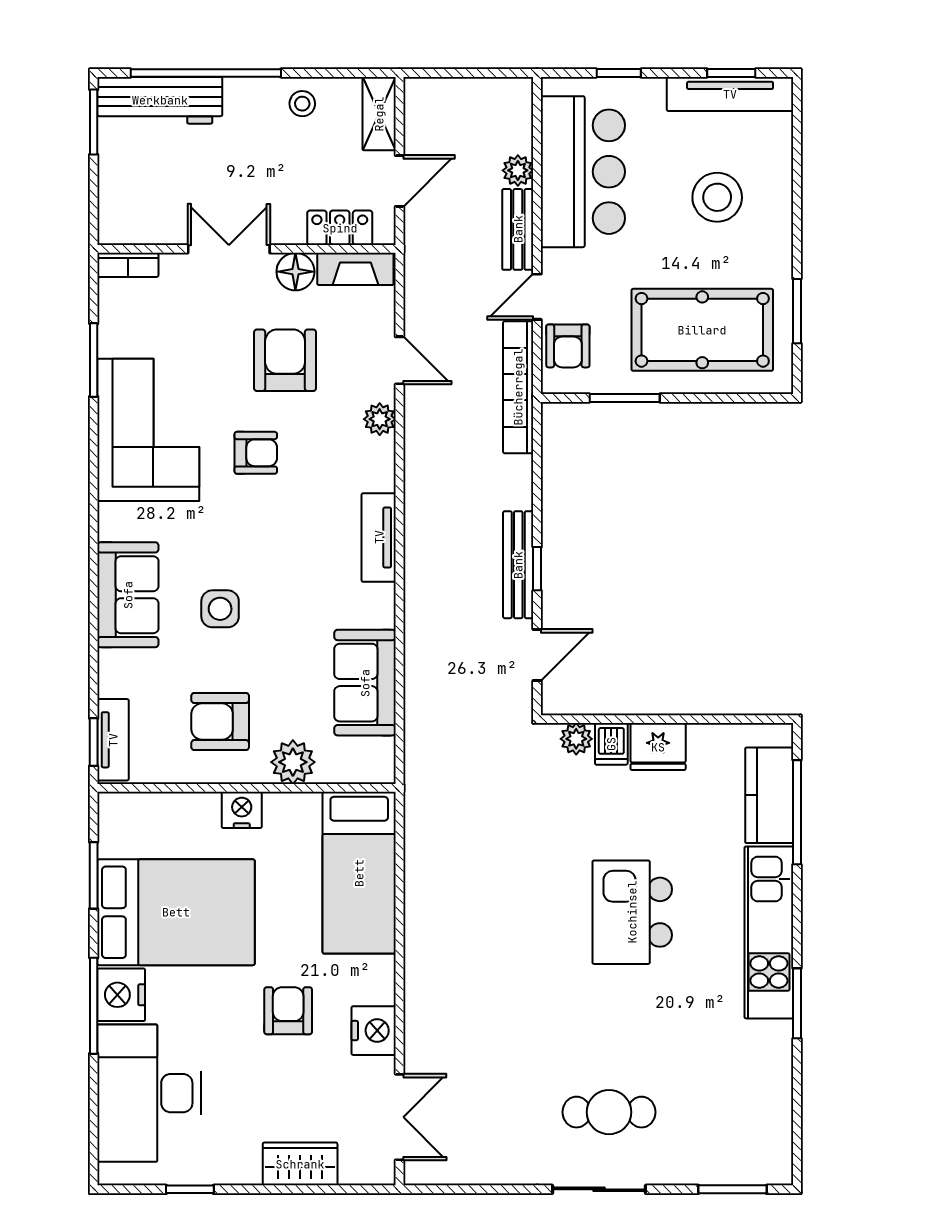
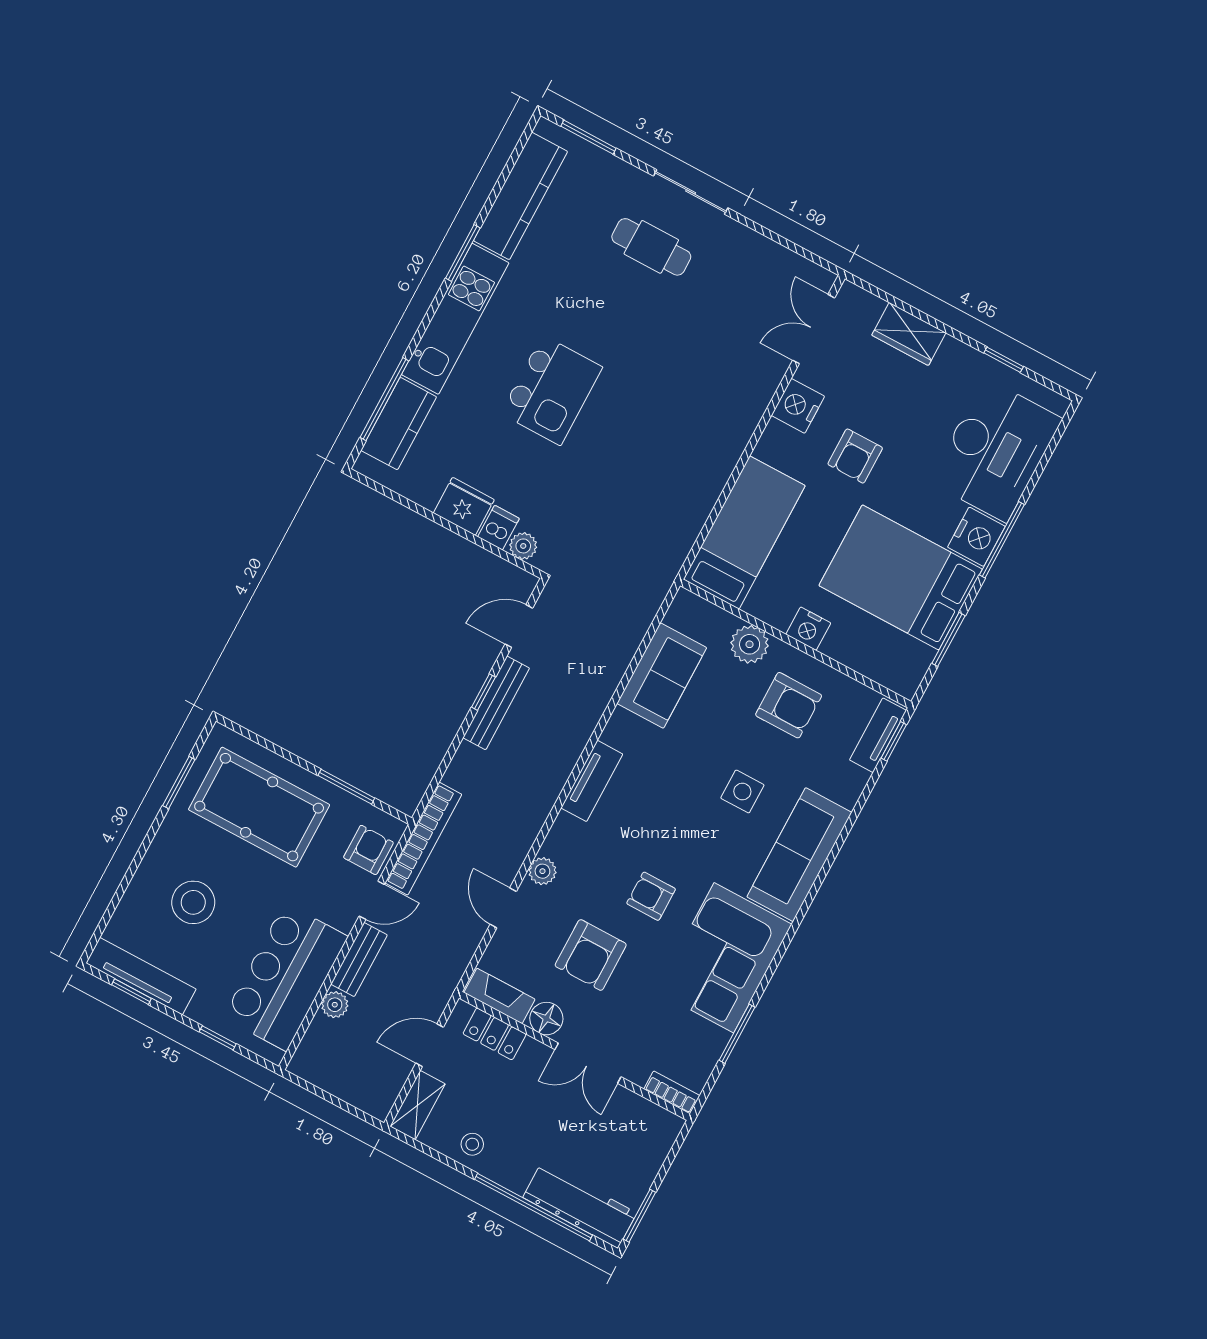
sofa: (128, 595) -> (799, 855), width x1.36
kitchen counter: (770, 1093) -> (520, 196), added

